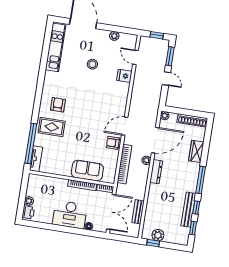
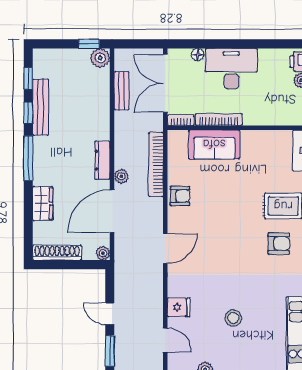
armchair: (58, 105) -> (279, 244), turned -90
door: (125, 126) -> (165, 248), moved
plant: (158, 235) -> (100, 58), moved

